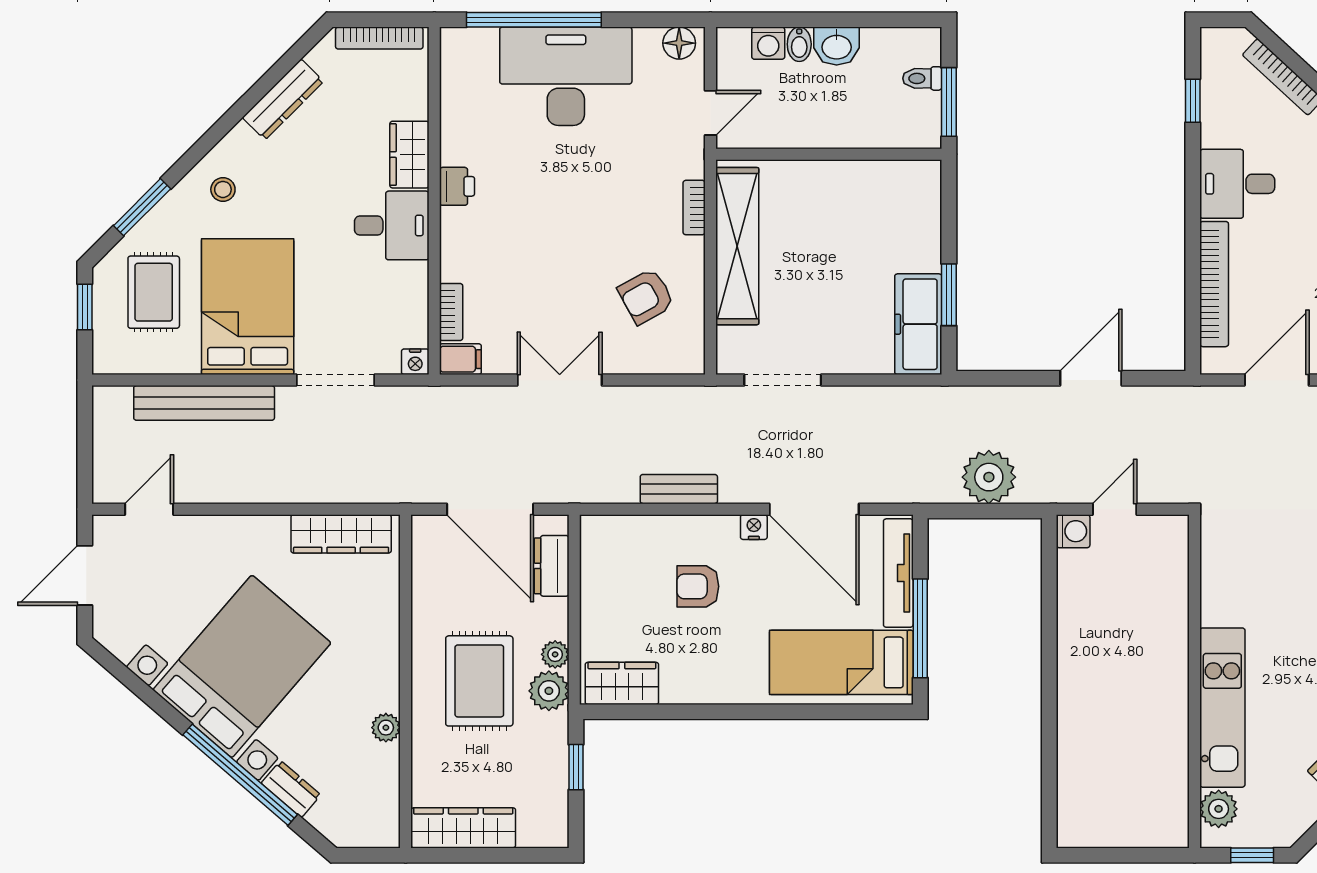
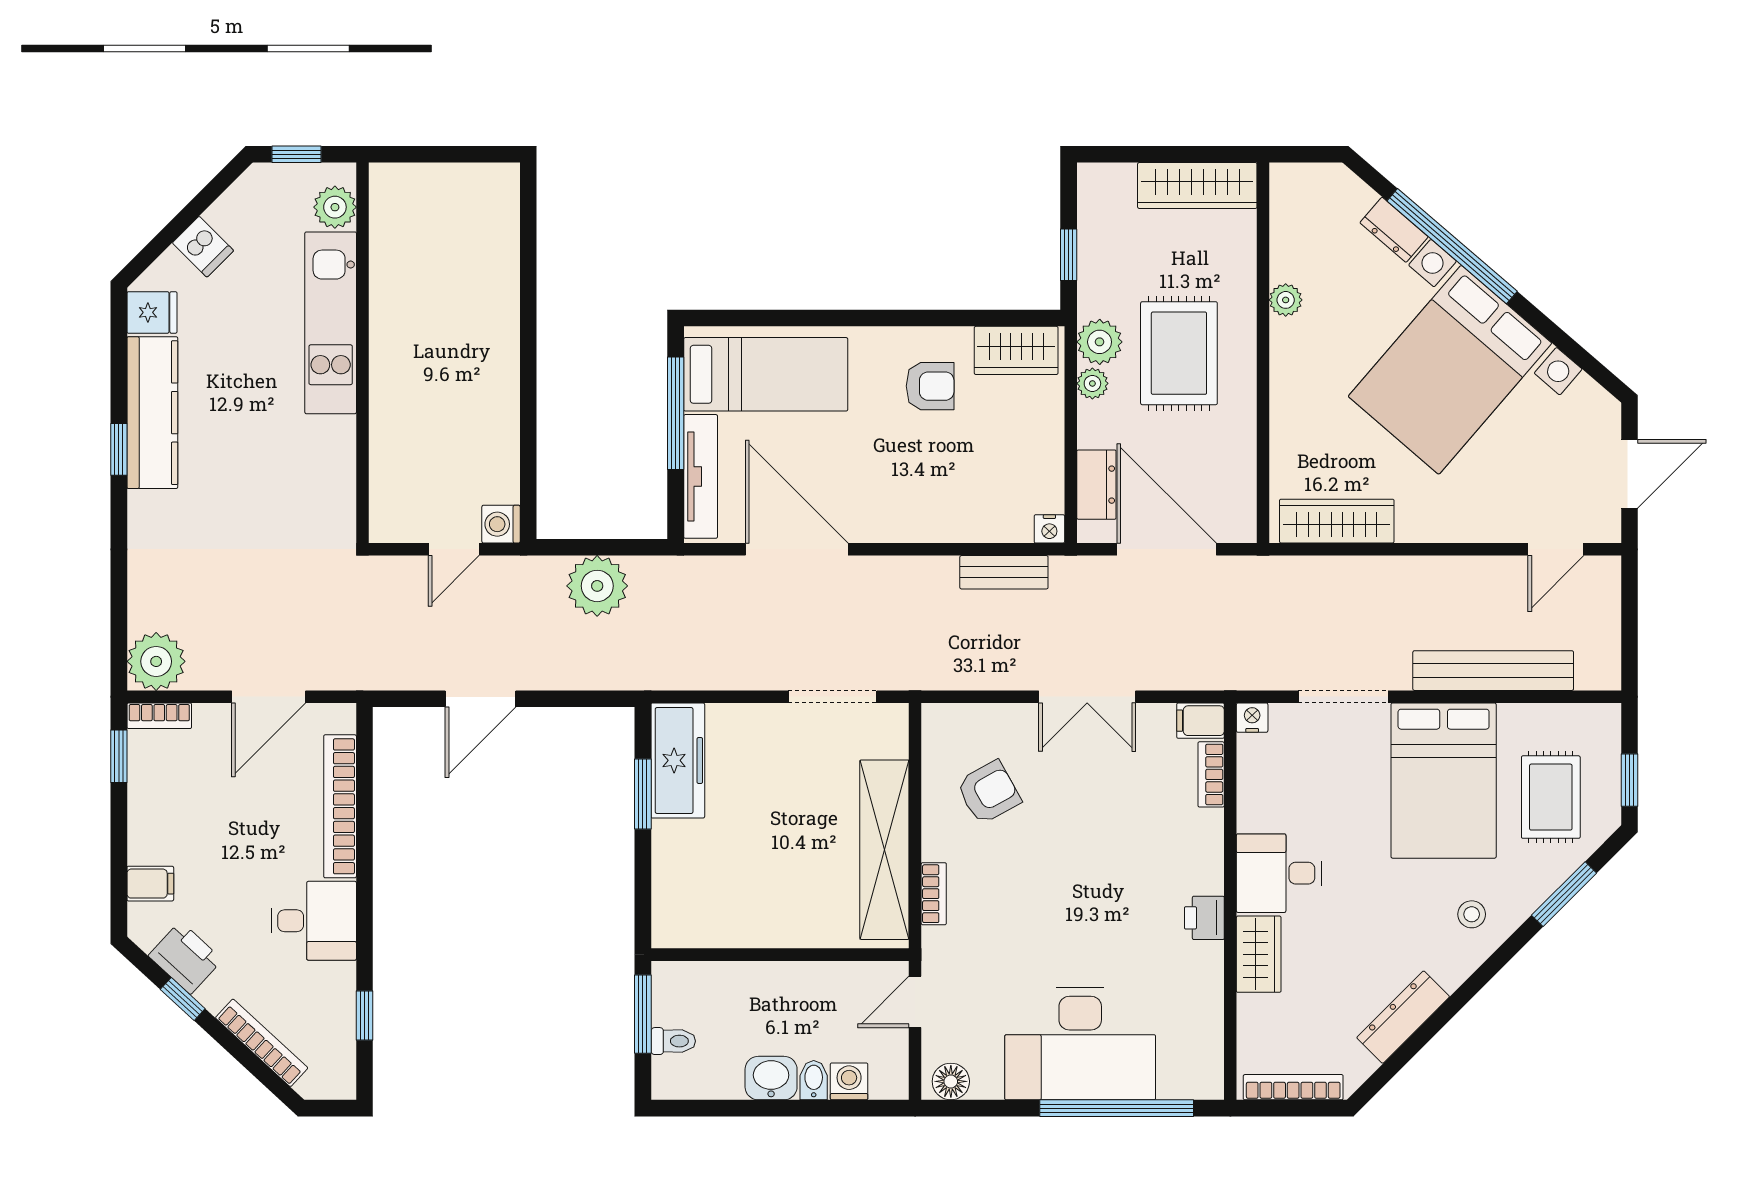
bench: (679, 489) -> (1004, 572), moved
nightstand: (754, 527) -> (1049, 529), moved
armchair: (698, 586) -> (930, 386), moved

